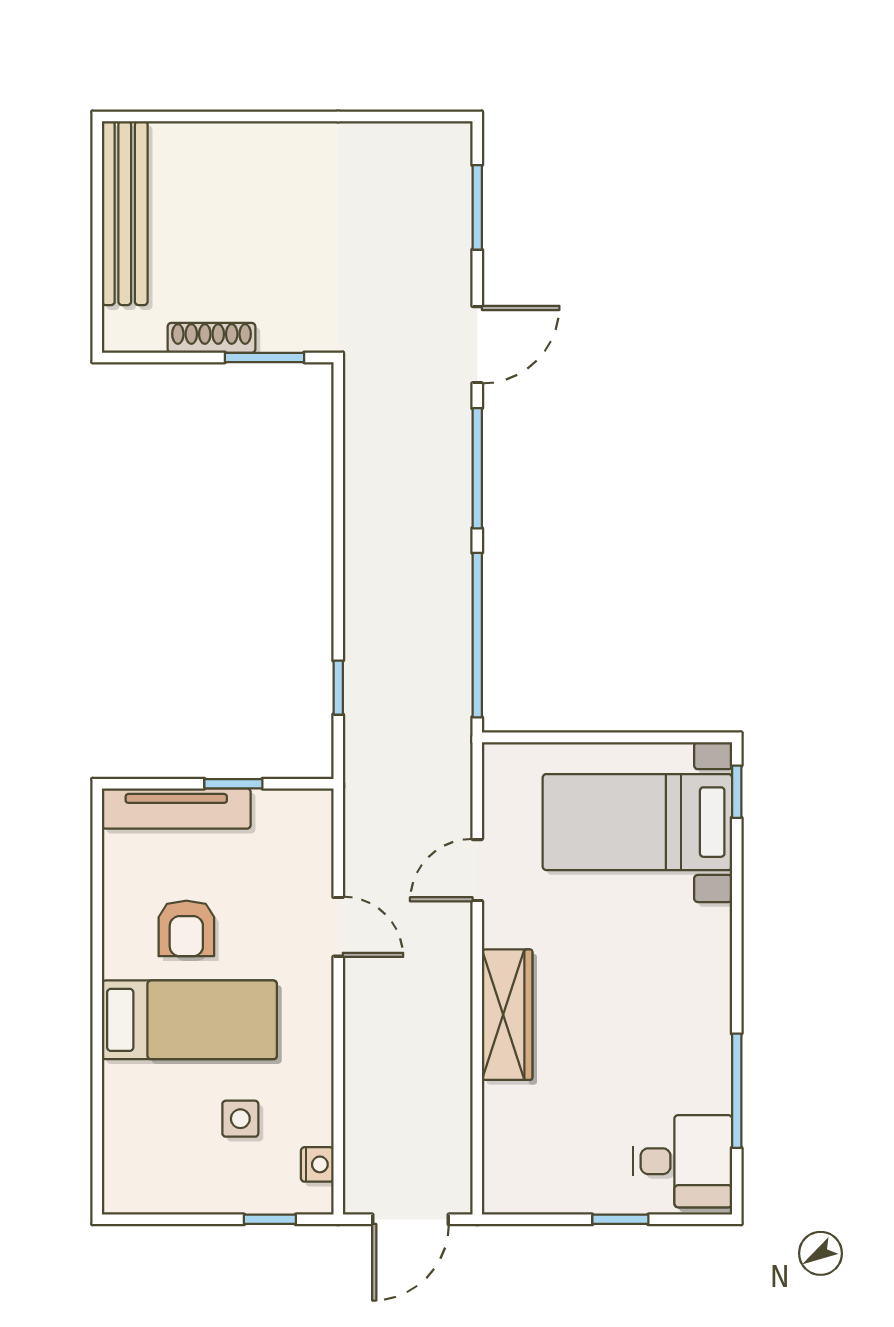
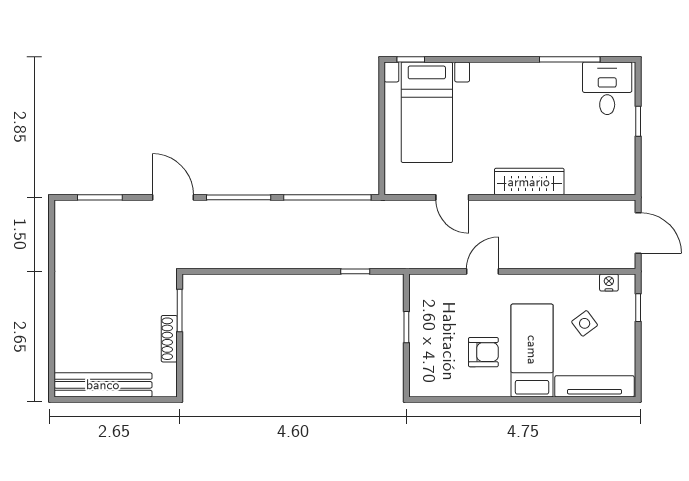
tv unit: (176, 809) -> (594, 386), moved, turned -90
side table: (240, 1119) -> (585, 323), turned -37

